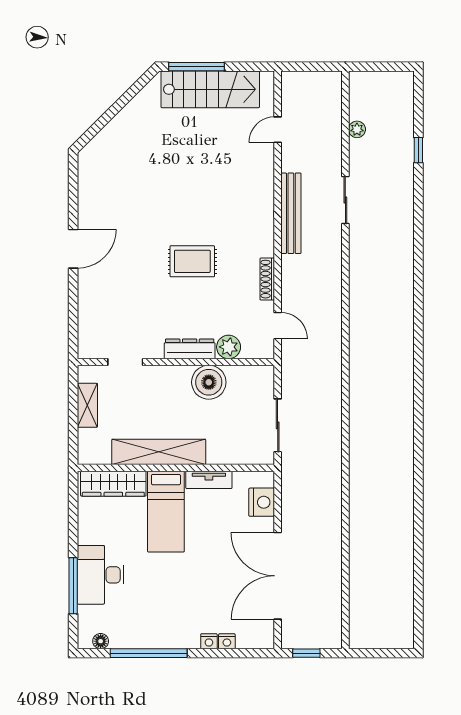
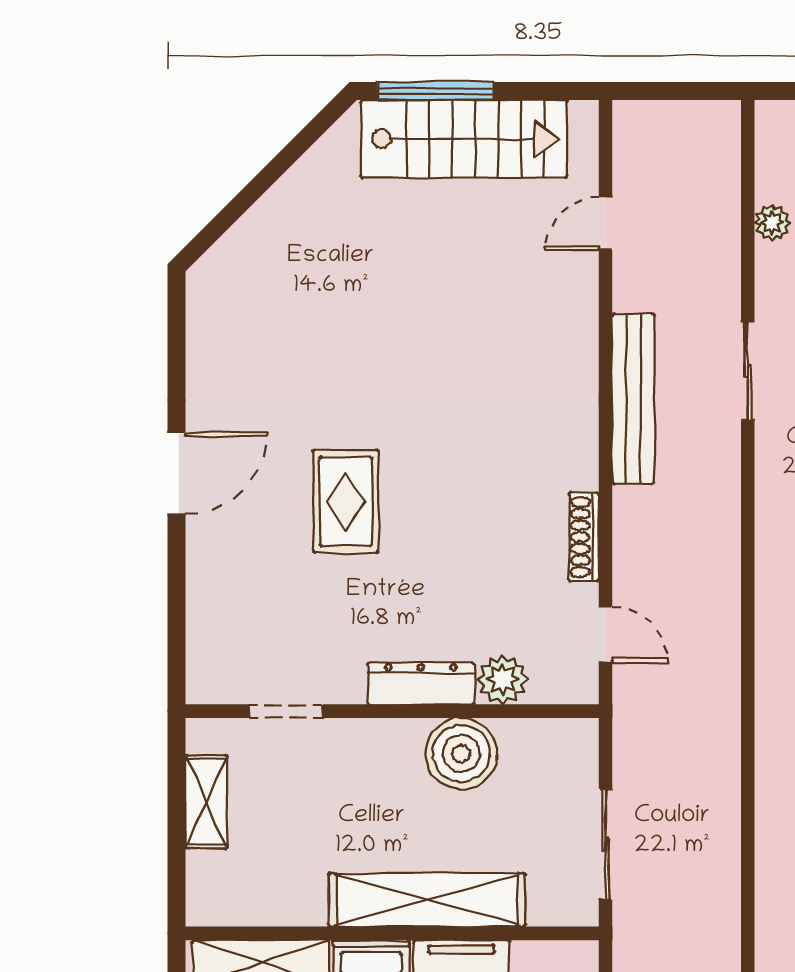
rug: (192, 261) -> (346, 502), moved, turned 90
shelving: (159, 452) -> (427, 900), moved

